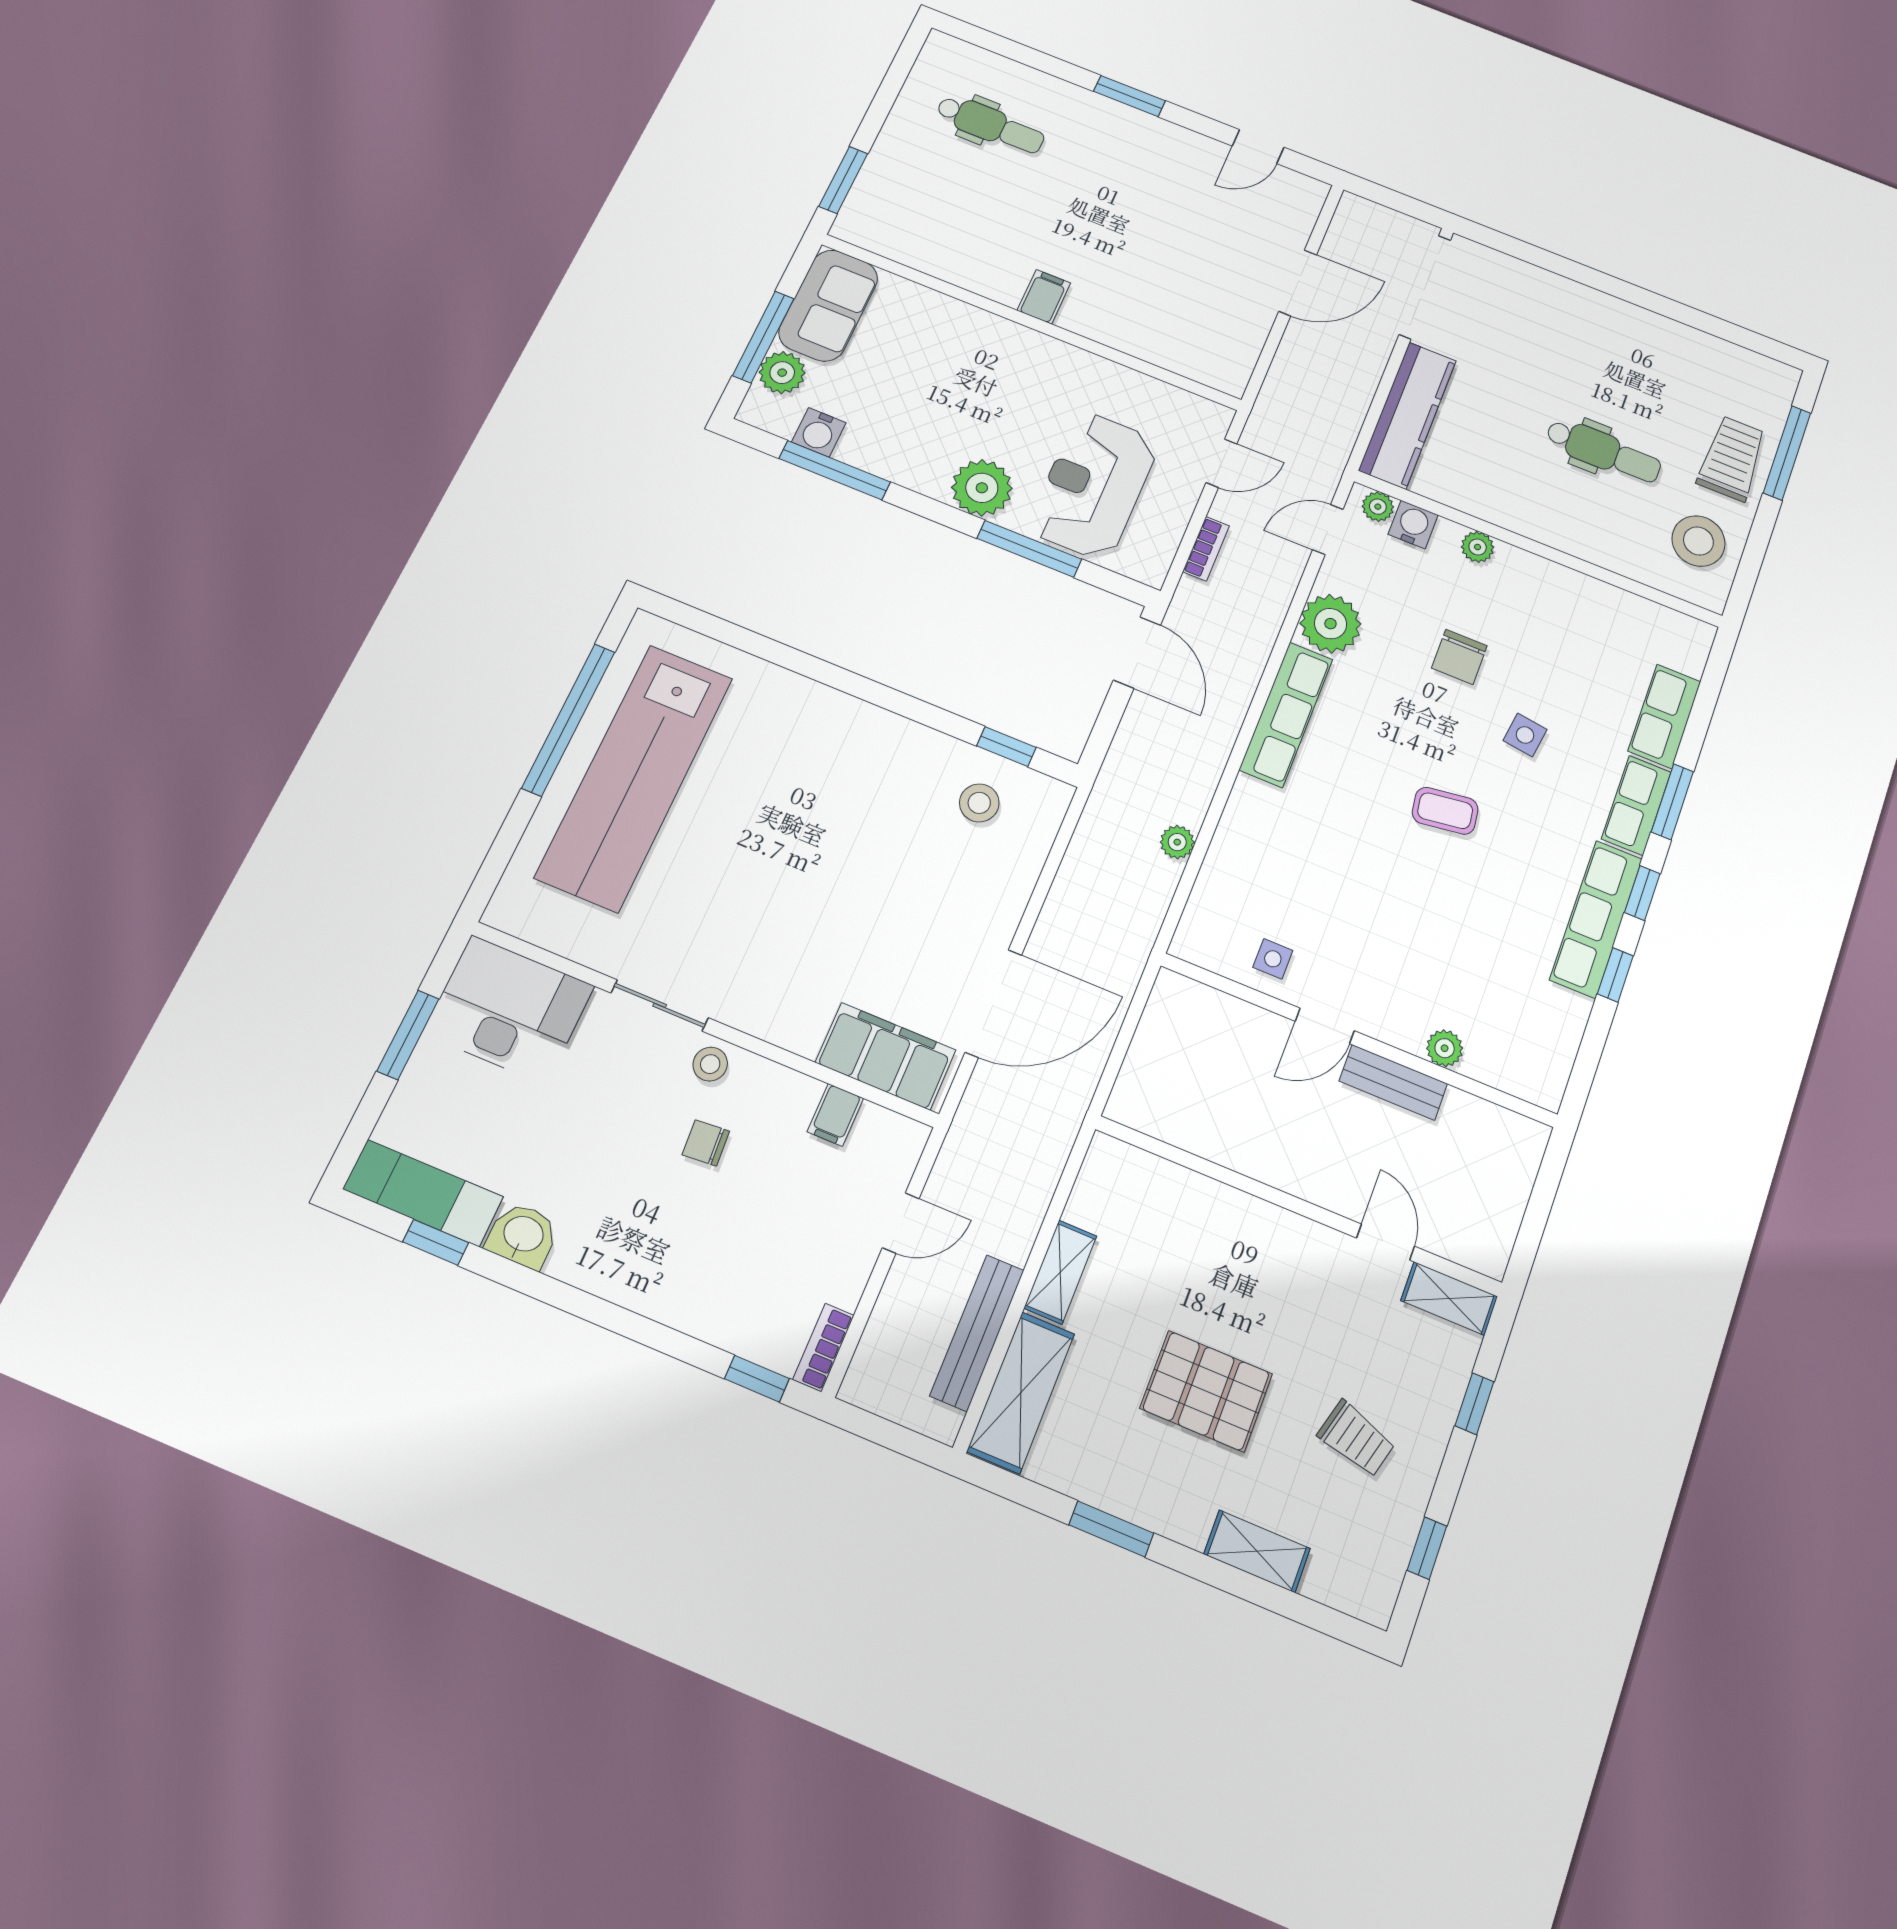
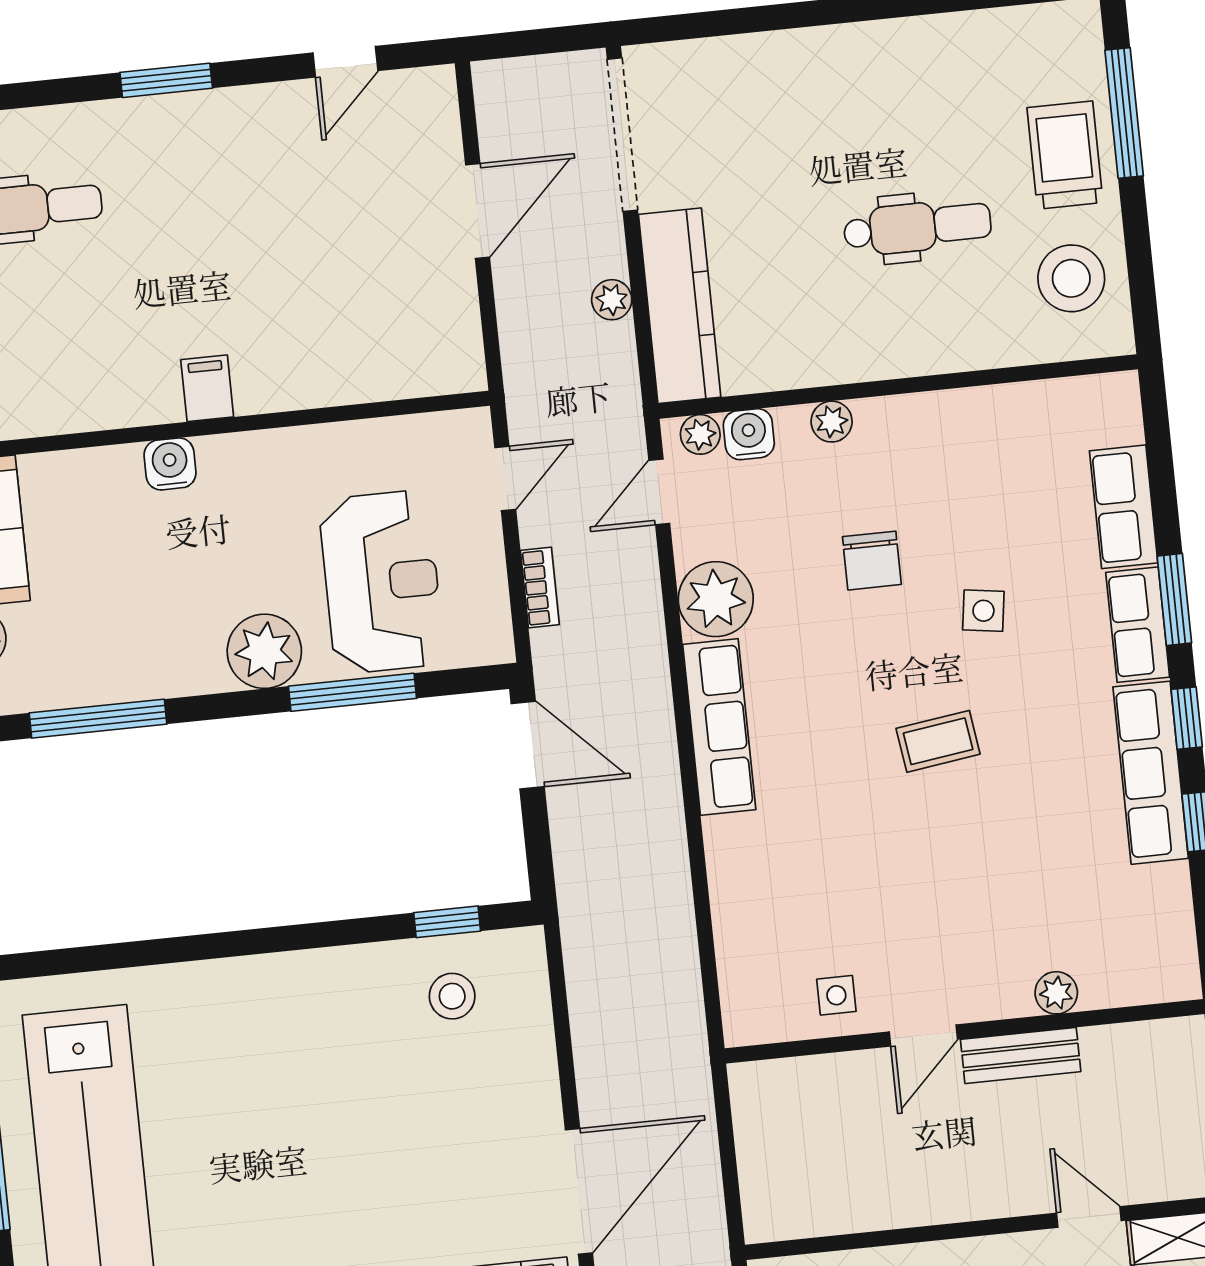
water cooler: (819, 432) -> (170, 464), moved, turned 180
reception desk: (1094, 486) -> (382, 582), turned 180
plant: (1177, 842) -> (612, 300), moved

